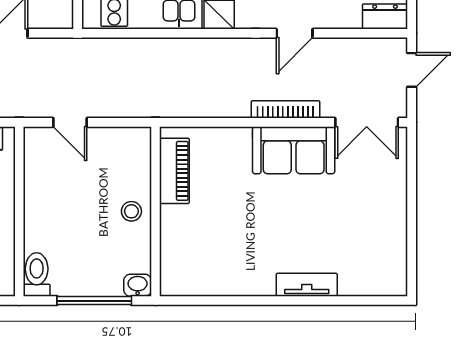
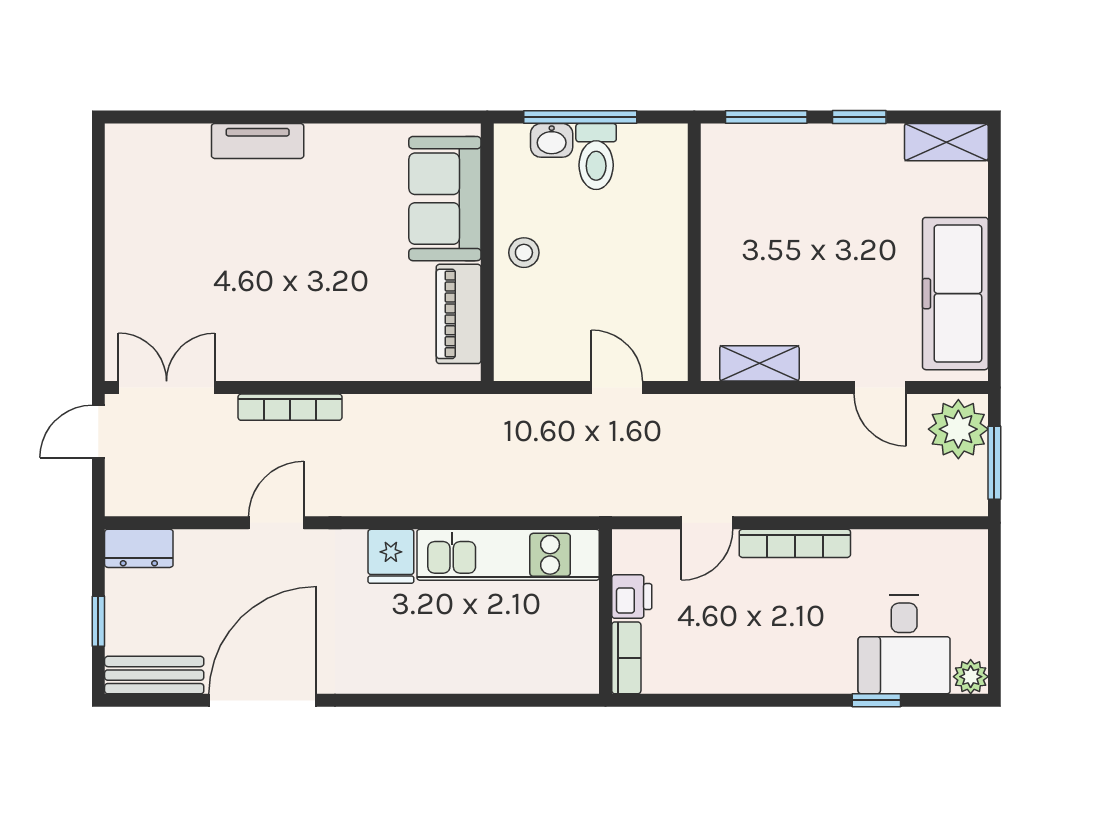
door: (412, 70) -> (98, 431), moved
sofa: (294, 150) -> (445, 199), moved, turned -90
toilet: (37, 275) -> (596, 157), moved
washbasin: (138, 285) -> (552, 140), moved

